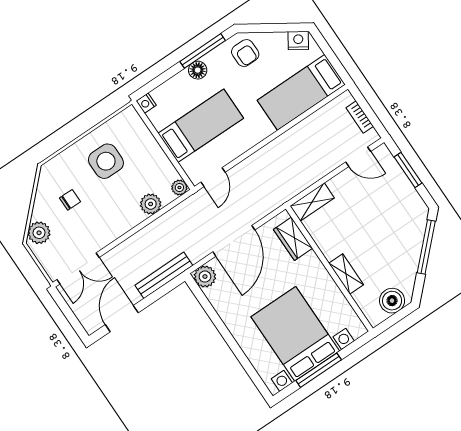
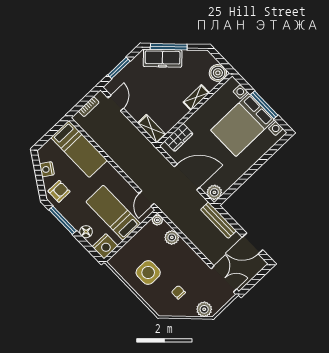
nightstand: (298, 41) -> (47, 169), moved
floor lamp: (198, 70) -> (86, 232), moved
nightstand: (146, 103) -> (105, 246), width x1.89, depth x1.79
door: (213, 177) -> (146, 199), swing flipped
freezer: (411, 235) -> (163, 58), added
boiler: (392, 301) -> (218, 73), moved

